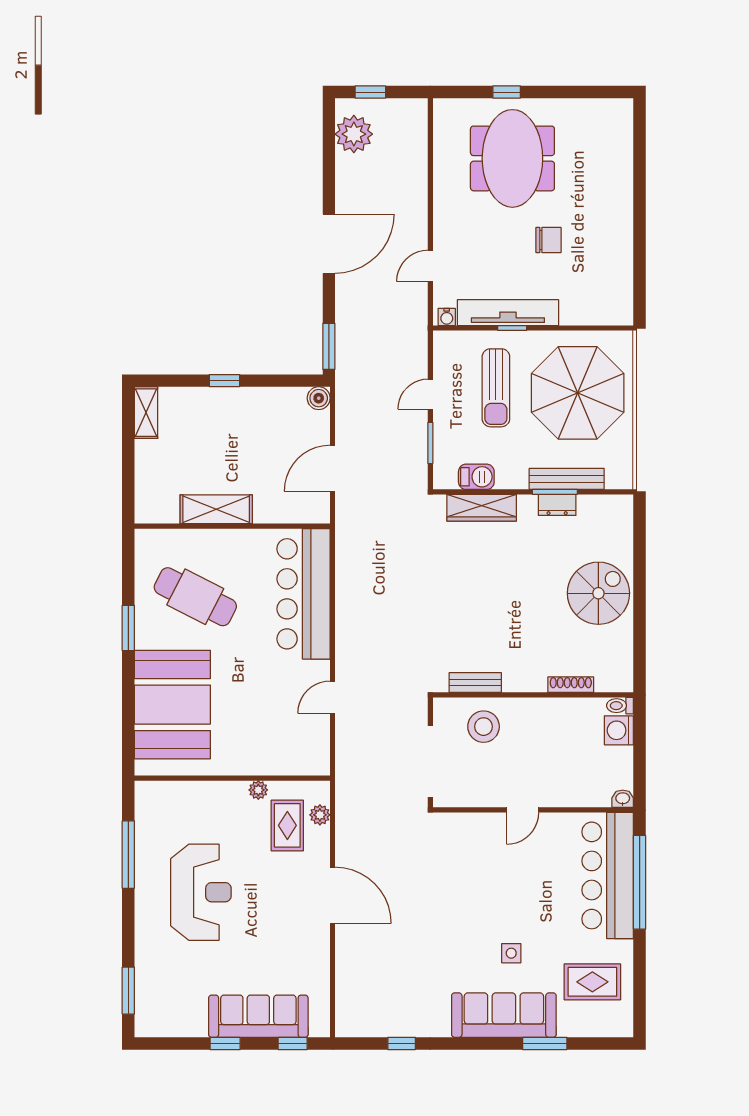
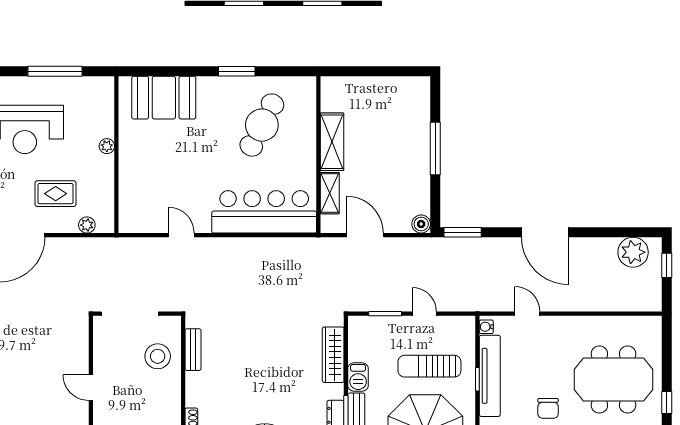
window: (507, 92) -> (667, 403), moved
window: (224, 381) -> (435, 148), width x2.17
shelving: (146, 413) -> (330, 193), moved, turned 90
barbecue: (476, 477) -> (358, 377), moved
booth: (172, 705) -> (164, 98), width x0.73, depth x0.70
plant: (258, 790) -> (107, 146), moved
rug: (287, 825) -> (56, 194), moved

